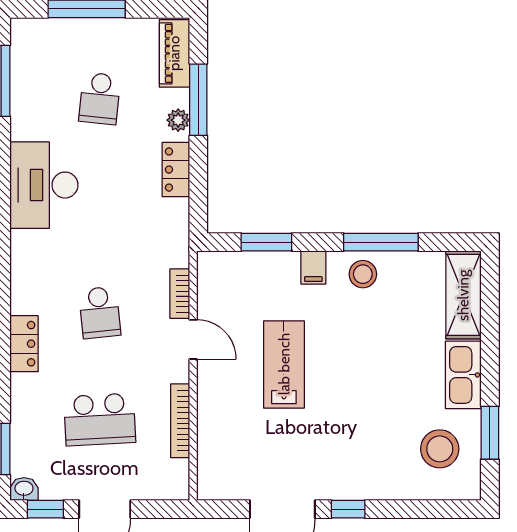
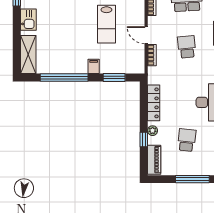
window: (198, 100) -> (144, 140), width x0.46
locker: (176, 170) -> (154, 103), width x1.53
window: (381, 242) -> (64, 78), width x1.46
stool: (363, 274) -> (72, 64), removed
kitchen sink: (463, 375) -> (28, 20), width x0.73

